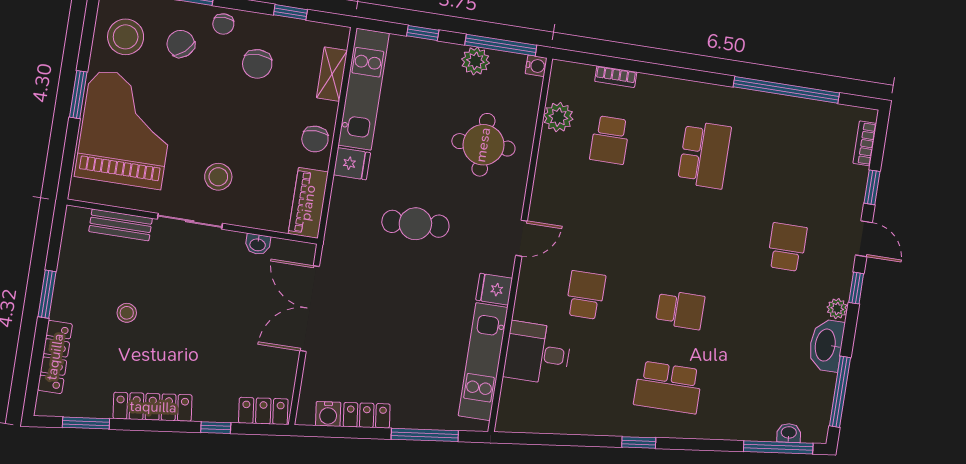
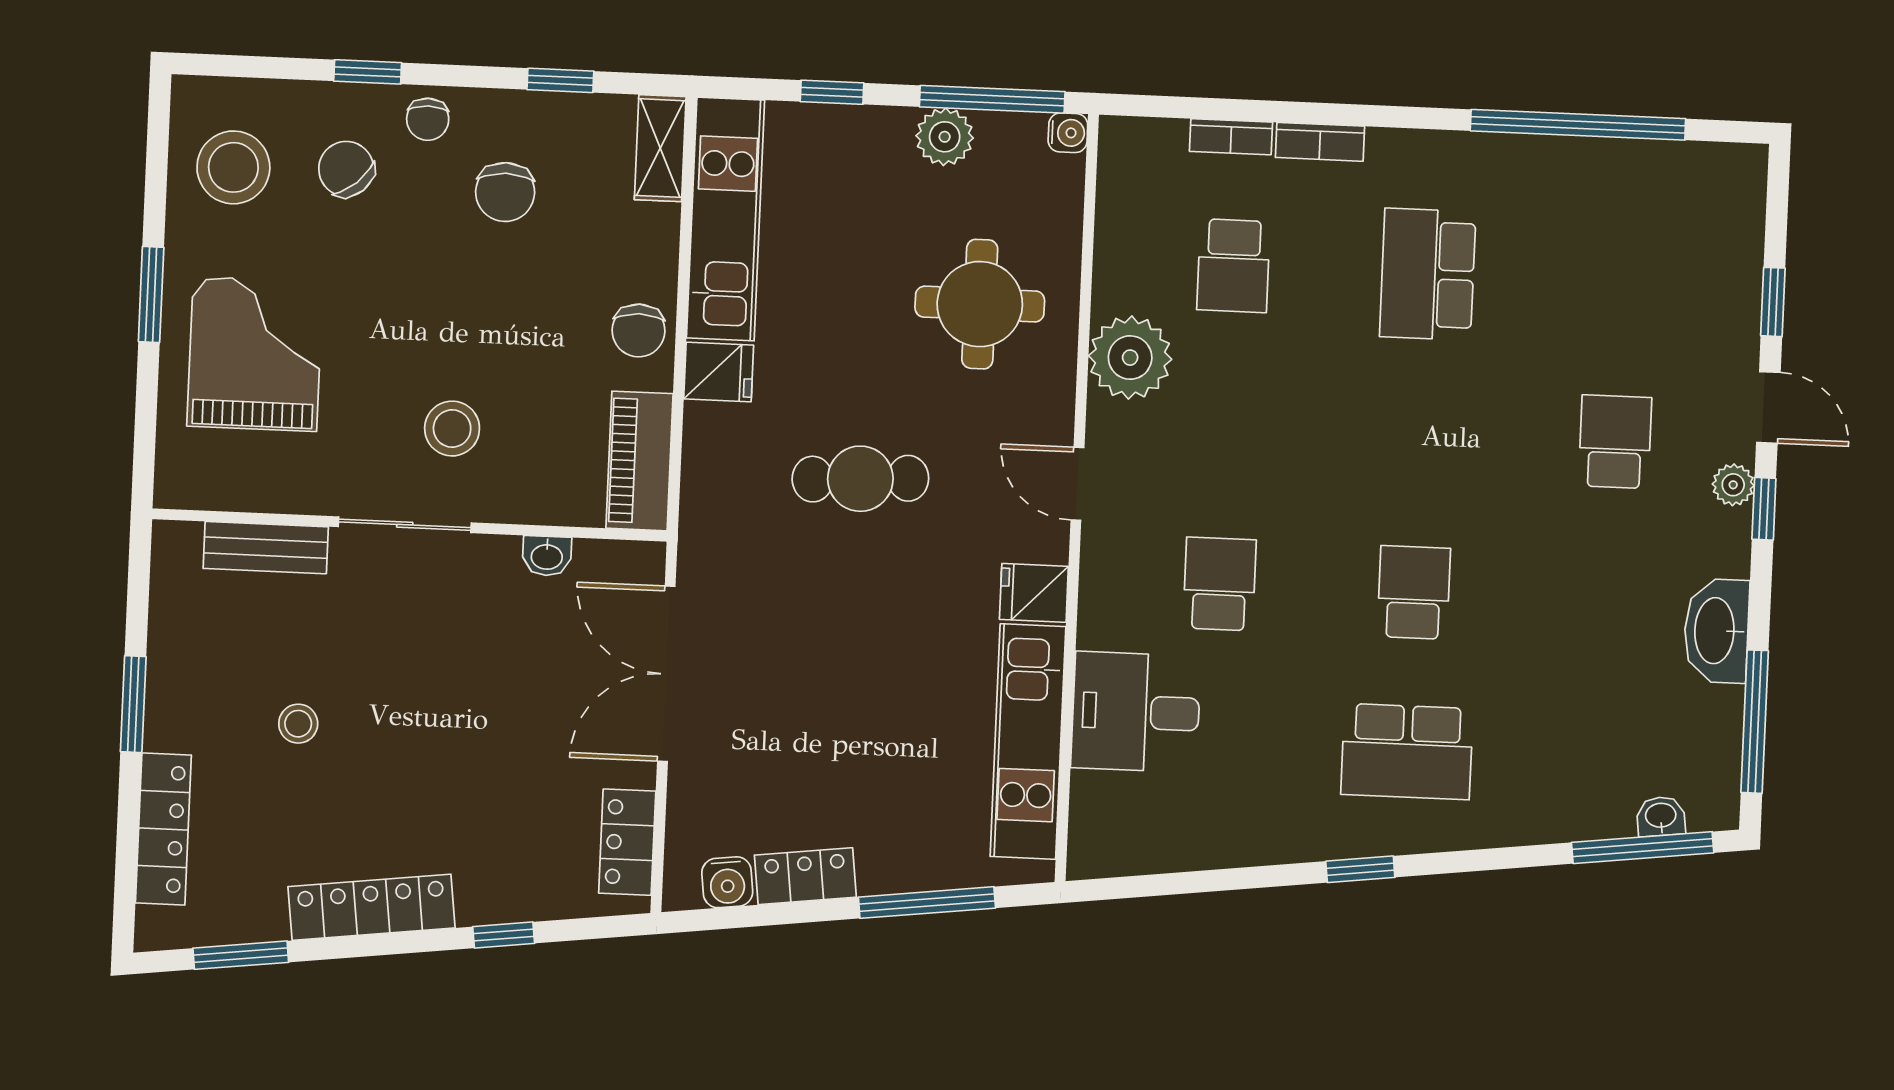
shelving: (332, 74) -> (660, 148), moved
plant: (558, 117) -> (1130, 358), moved, width x1.36, depth x1.36
grand piano: (126, 129) -> (255, 354), width x0.73, depth x0.68
bookcase: (865, 143) -> (1320, 142), moved, turned -90
school desk: (704, 155) -> (1428, 274), turned 180
door: (521, 238) -> (1077, 484), swing flipped
plant: (837, 309) -> (1733, 485), moved
school desk: (680, 310) -> (1414, 592), turned -90
locker: (263, 411) -> (627, 842), moved, turned -83

